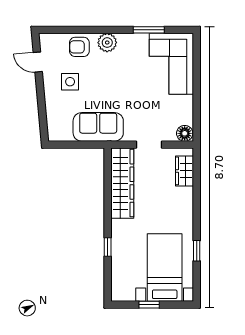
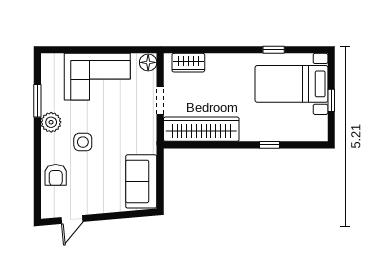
plant: (107, 43) -> (51, 122), moved
corner sofa: (171, 64) -> (97, 77), moved
side table: (70, 82) -> (83, 142), moved
sofa: (98, 127) -> (141, 181), moved

